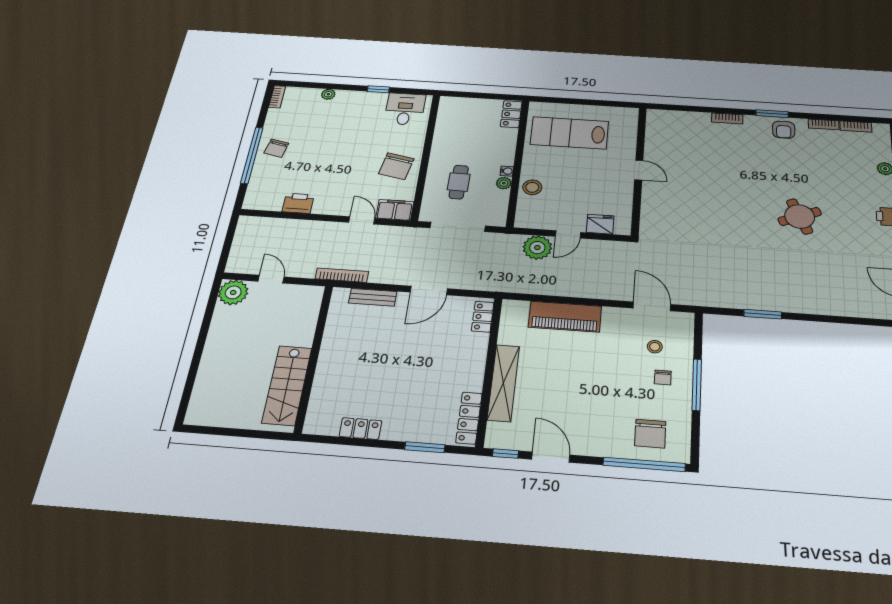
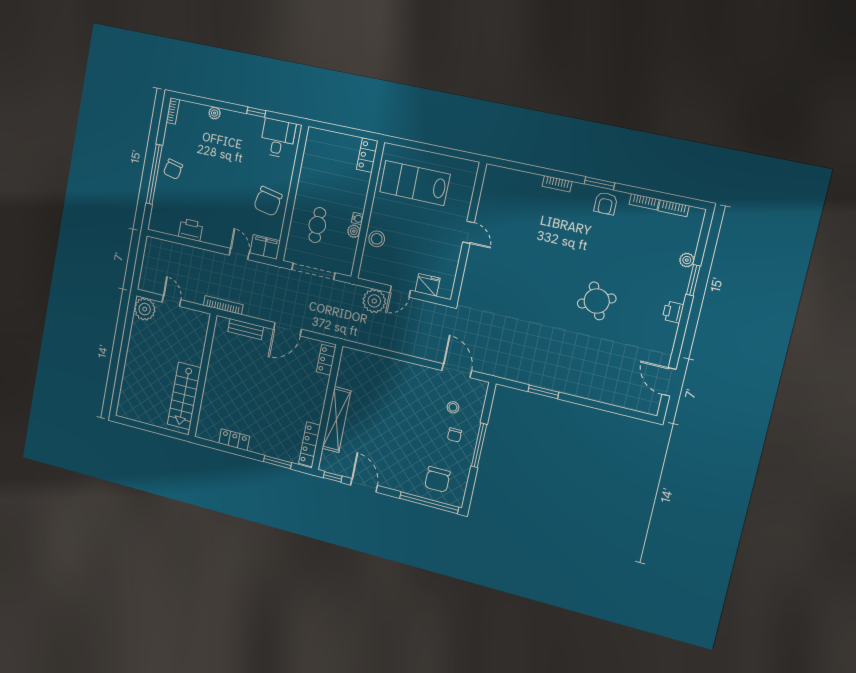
piano: (565, 317) -> (388, 370), removed

